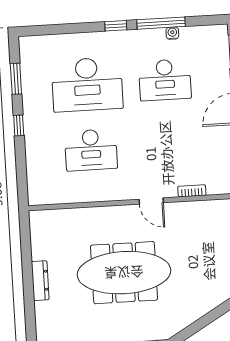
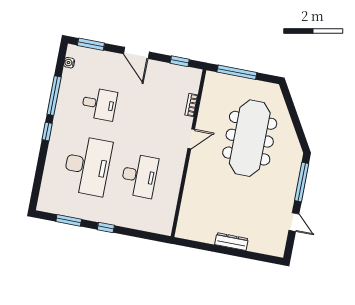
water cooler: (172, 33) -> (69, 63), moved
desk: (165, 80) -> (99, 104), width x0.73
meeting table: (124, 273) -> (250, 138), moved

